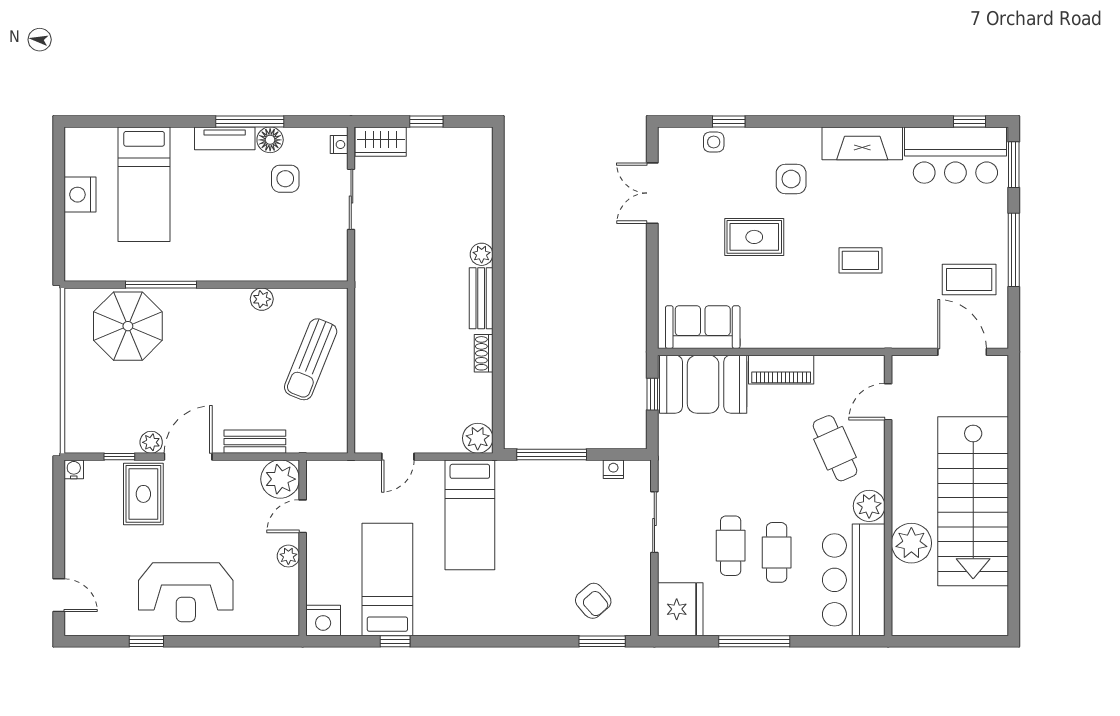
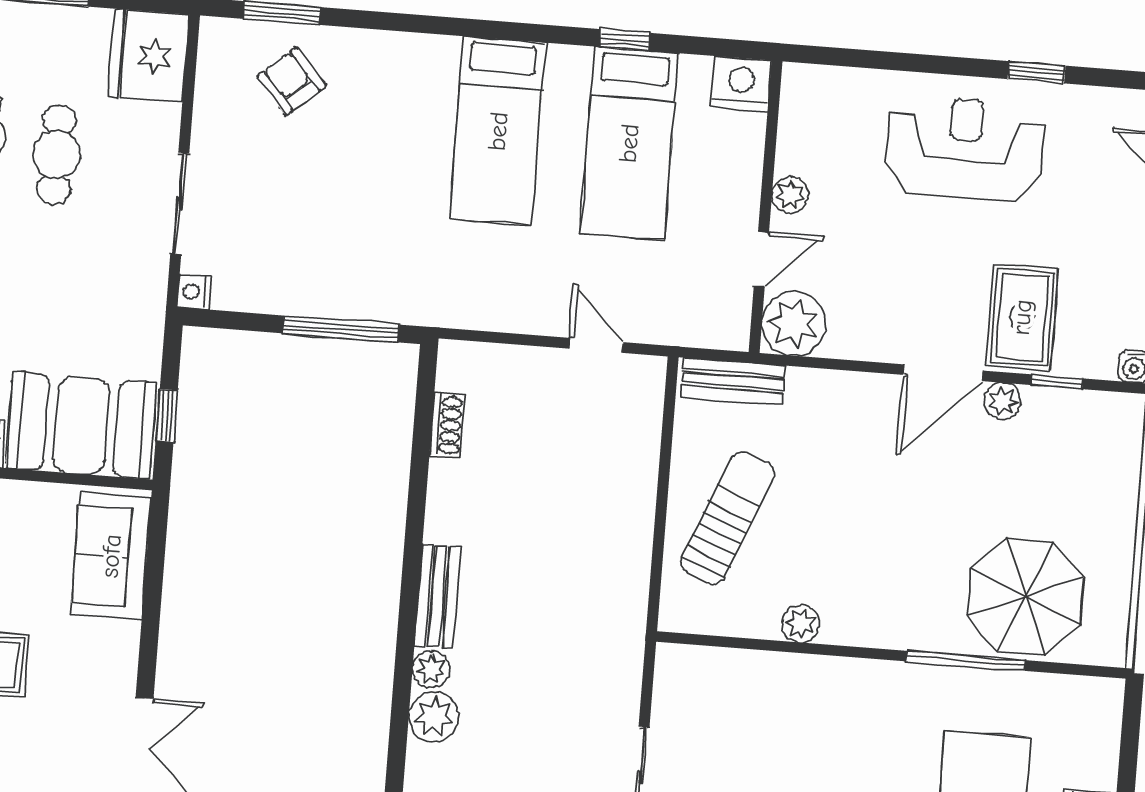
sofa: (703, 327) -> (111, 556), moved, turned 90
shoe rack: (484, 353) -> (447, 425), moved
plant: (478, 438) -> (434, 717), moved
bench: (255, 442) -> (733, 381), moved
door: (398, 457) -> (596, 345), hinge flipped
nightstand: (613, 469) -> (194, 292), moved, turned 90
bed: (470, 515) -> (498, 131), moved, turned 180

